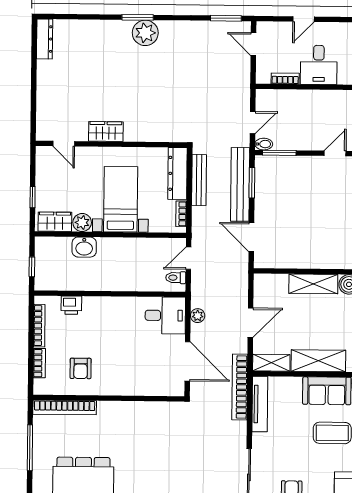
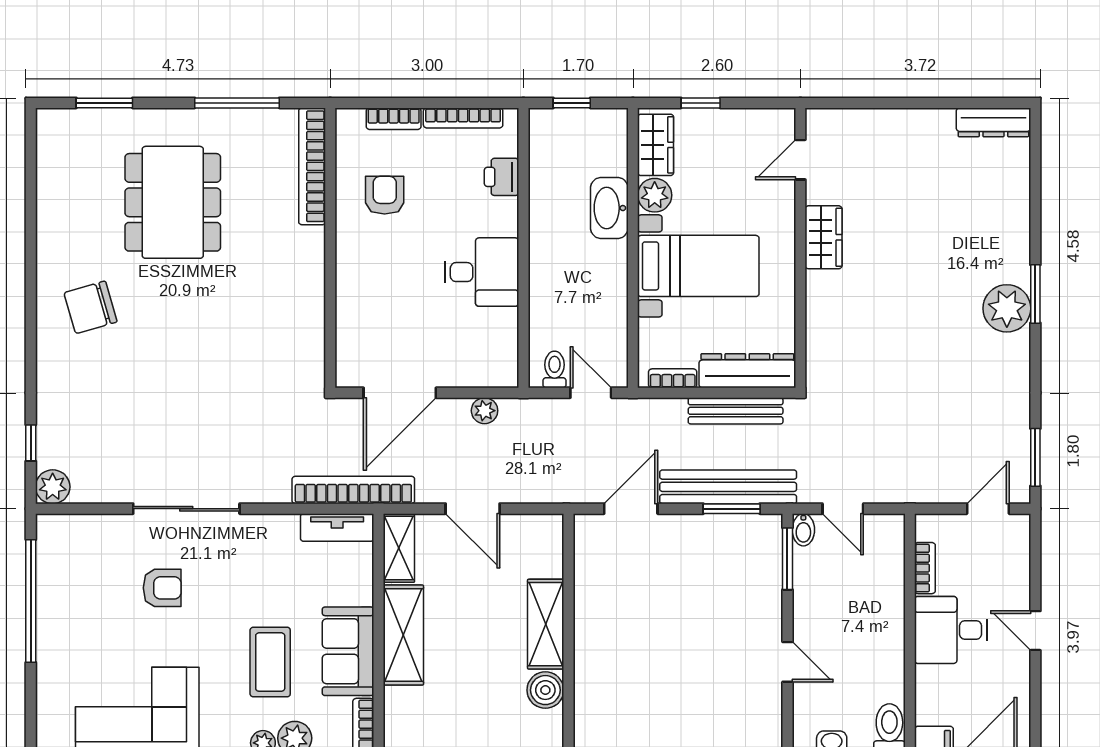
door: (304, 19) -> (1035, 631), moved
washbasin: (84, 247) -> (609, 208), width x1.38
desk: (165, 315) -> (482, 272), moved, turned -90
armchair: (81, 368) -> (385, 195), turned 90
tv unit: (260, 404) -> (337, 527), width x0.71

